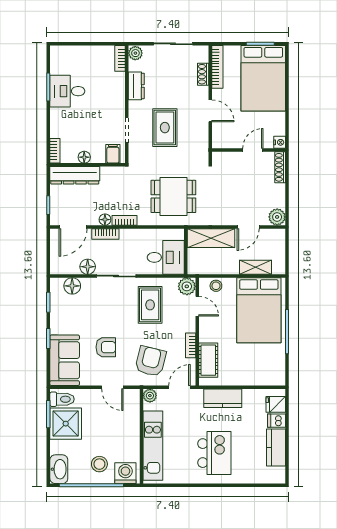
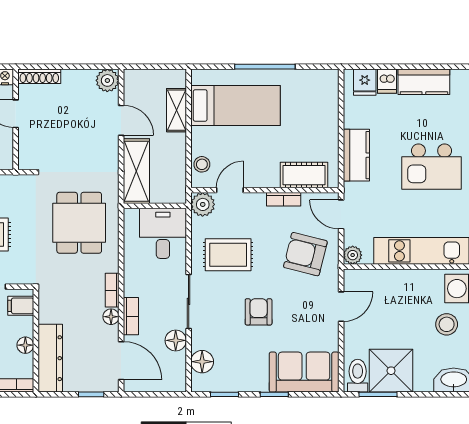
bed: (259, 310) -> (235, 105), width x0.67
armchair: (106, 347) -> (259, 312), moved
kitchen island: (214, 453) -> (432, 167), turned 180

